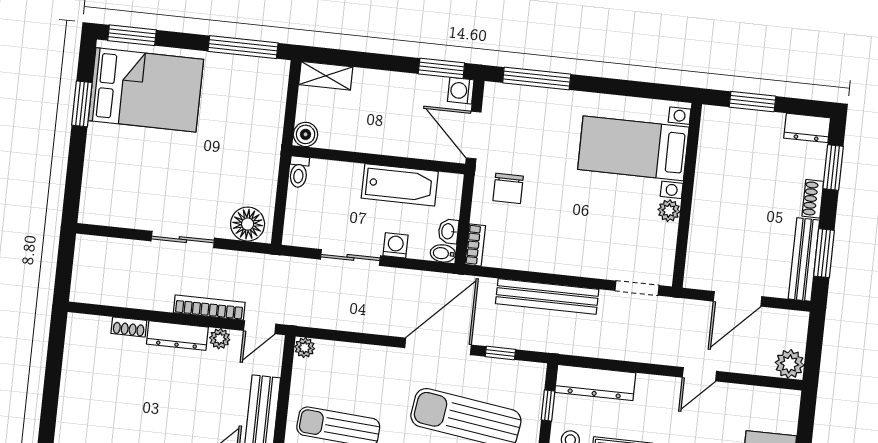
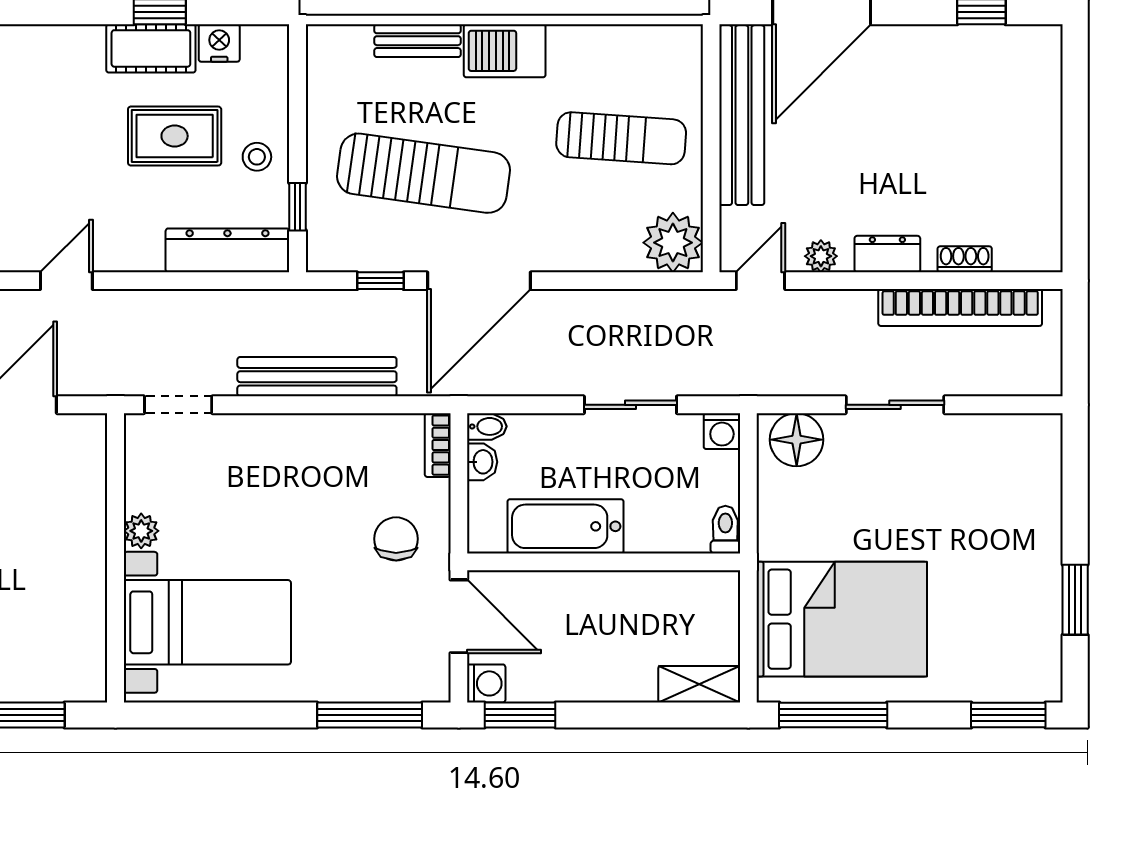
bed: (146, 90) -> (842, 619), moved, turned 180
boiler: (306, 134) -> (721, 589), removed
washing machine: (396, 245) -> (722, 431), moved
bookcase: (209, 308) -> (960, 308), moved, width x1.48, depth x1.31
dresser: (177, 336) -> (887, 254), width x0.70
plant: (305, 348) -> (673, 243), width x1.88, depth x1.88

